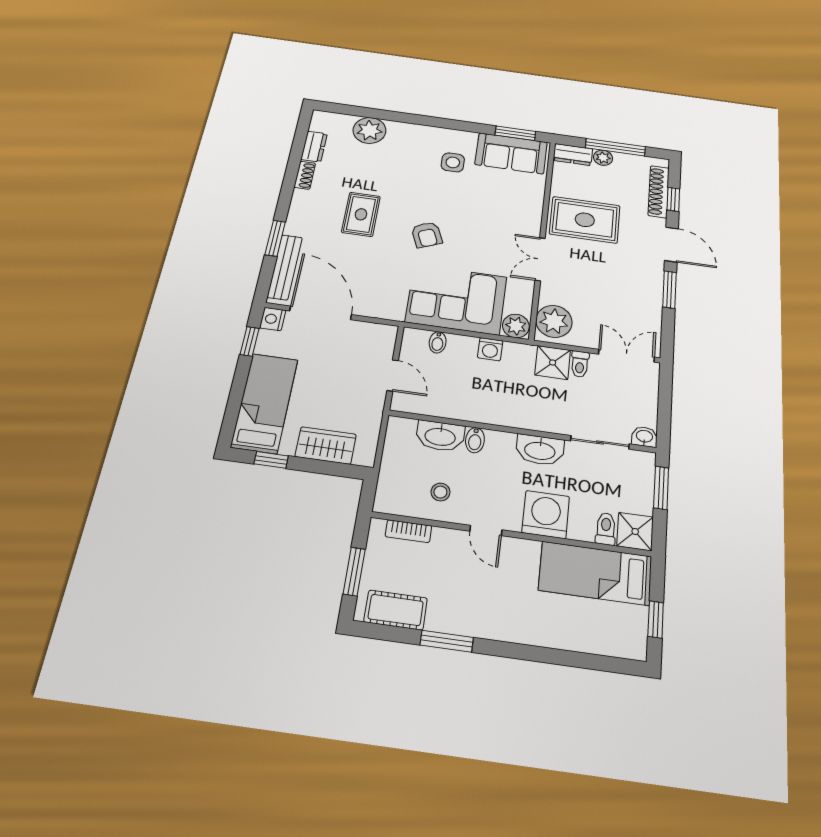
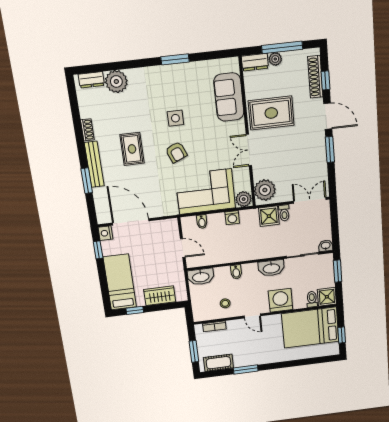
window: (515, 133) -> (175, 59), moved
dresser: (314, 147) -> (91, 80), moved, turned 90
sofa: (511, 153) -> (229, 97), moved, turned 90
side table: (453, 162) -> (175, 118), moved
bench: (285, 267) -> (94, 164), moved
washbasin: (440, 436) -> (201, 277), moved
bed: (595, 573) -> (310, 328), width x1.50

